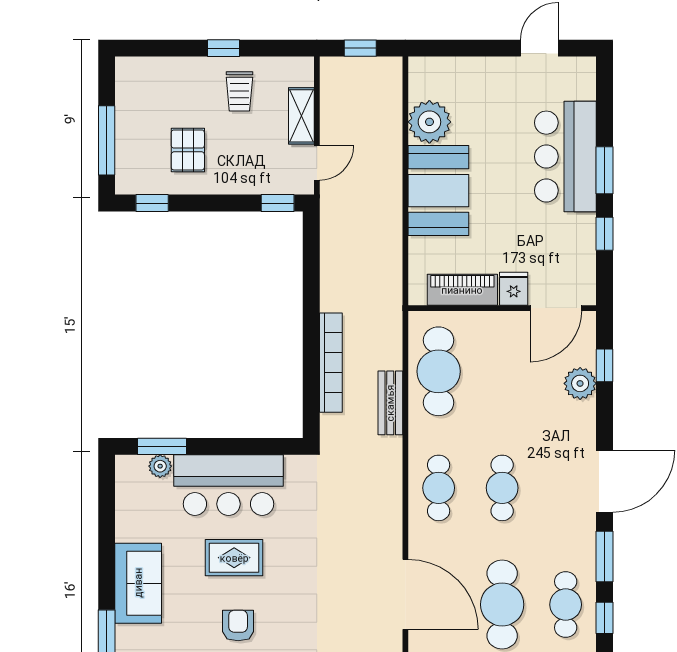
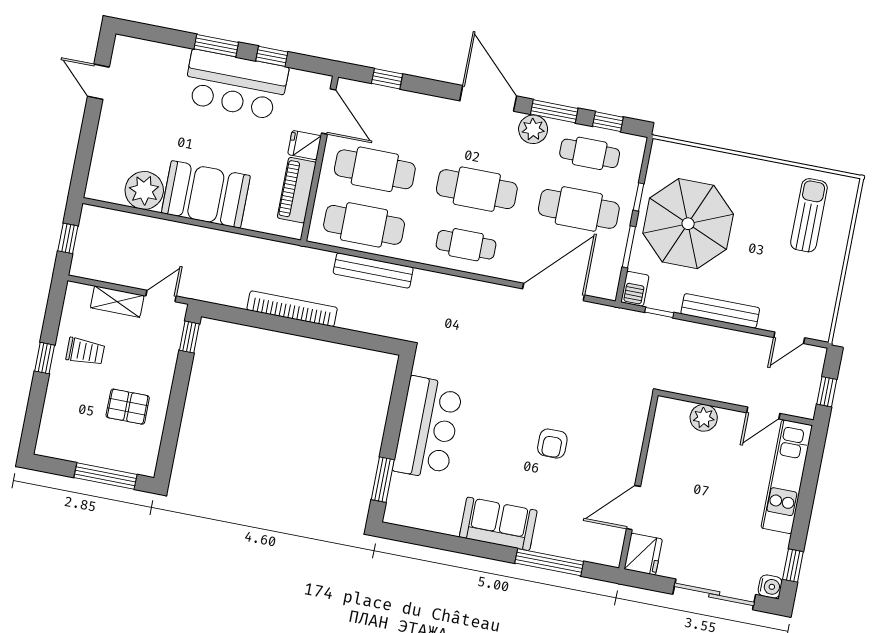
bar counter: (565, 157) -> (236, 85), moved
door: (317, 163) -> (161, 296), hinge flipped
window: (152, 203) -> (168, 447), removed
bookcase: (331, 363) -> (292, 309), moved
cafe table: (502, 371) -> (375, 169), added
plant: (580, 383) -> (533, 129), moved
bench: (390, 403) -> (373, 270), width x1.36
plant: (160, 466) -> (400, 485), removed
cafe table: (502, 488) -> (477, 189), width x1.37, depth x1.35
rug: (234, 558) -> (492, 435), removed
armchair: (238, 626) -> (552, 444), turned -90

